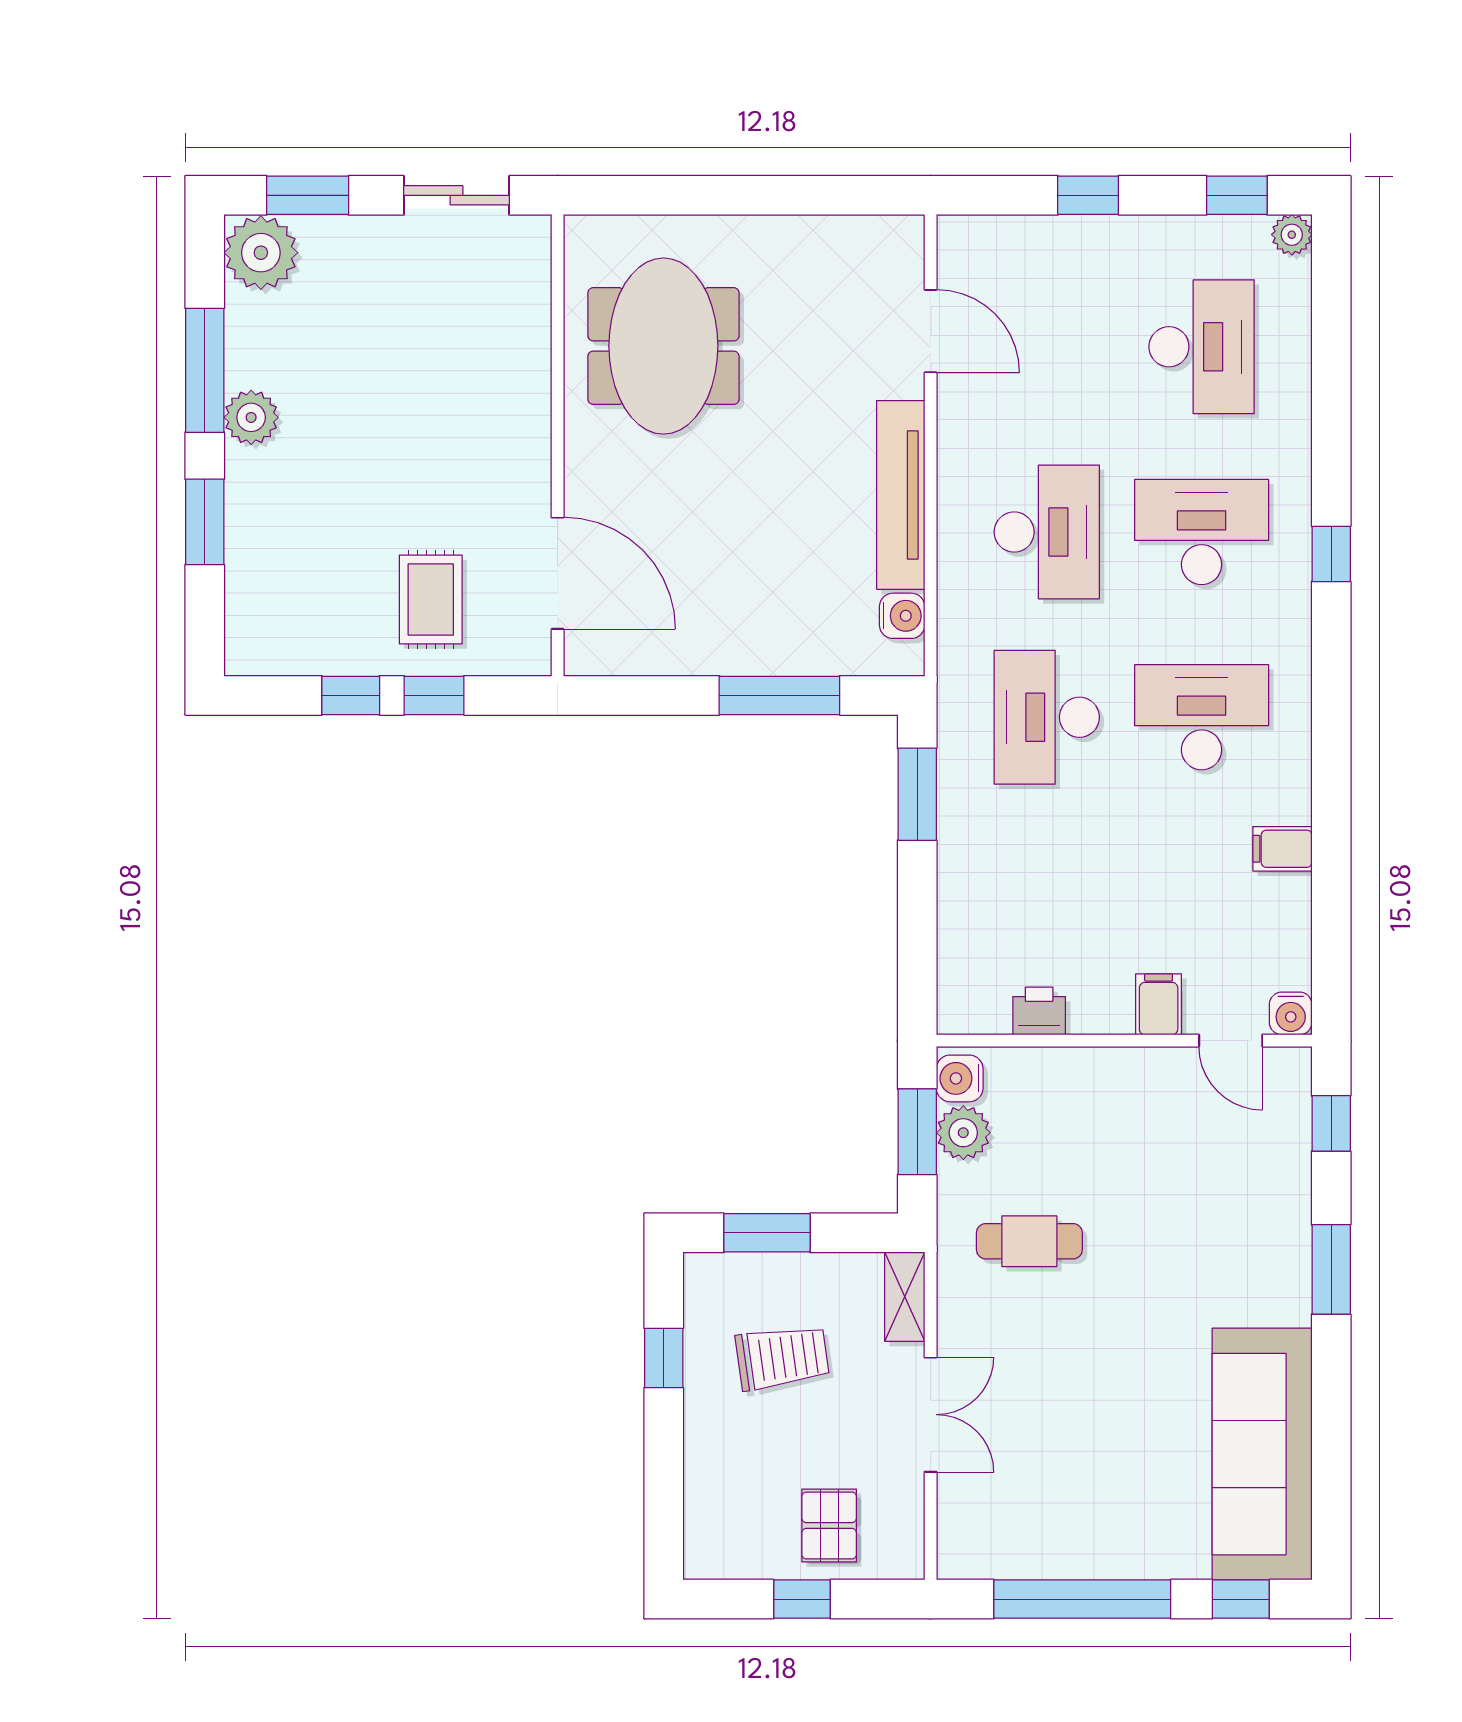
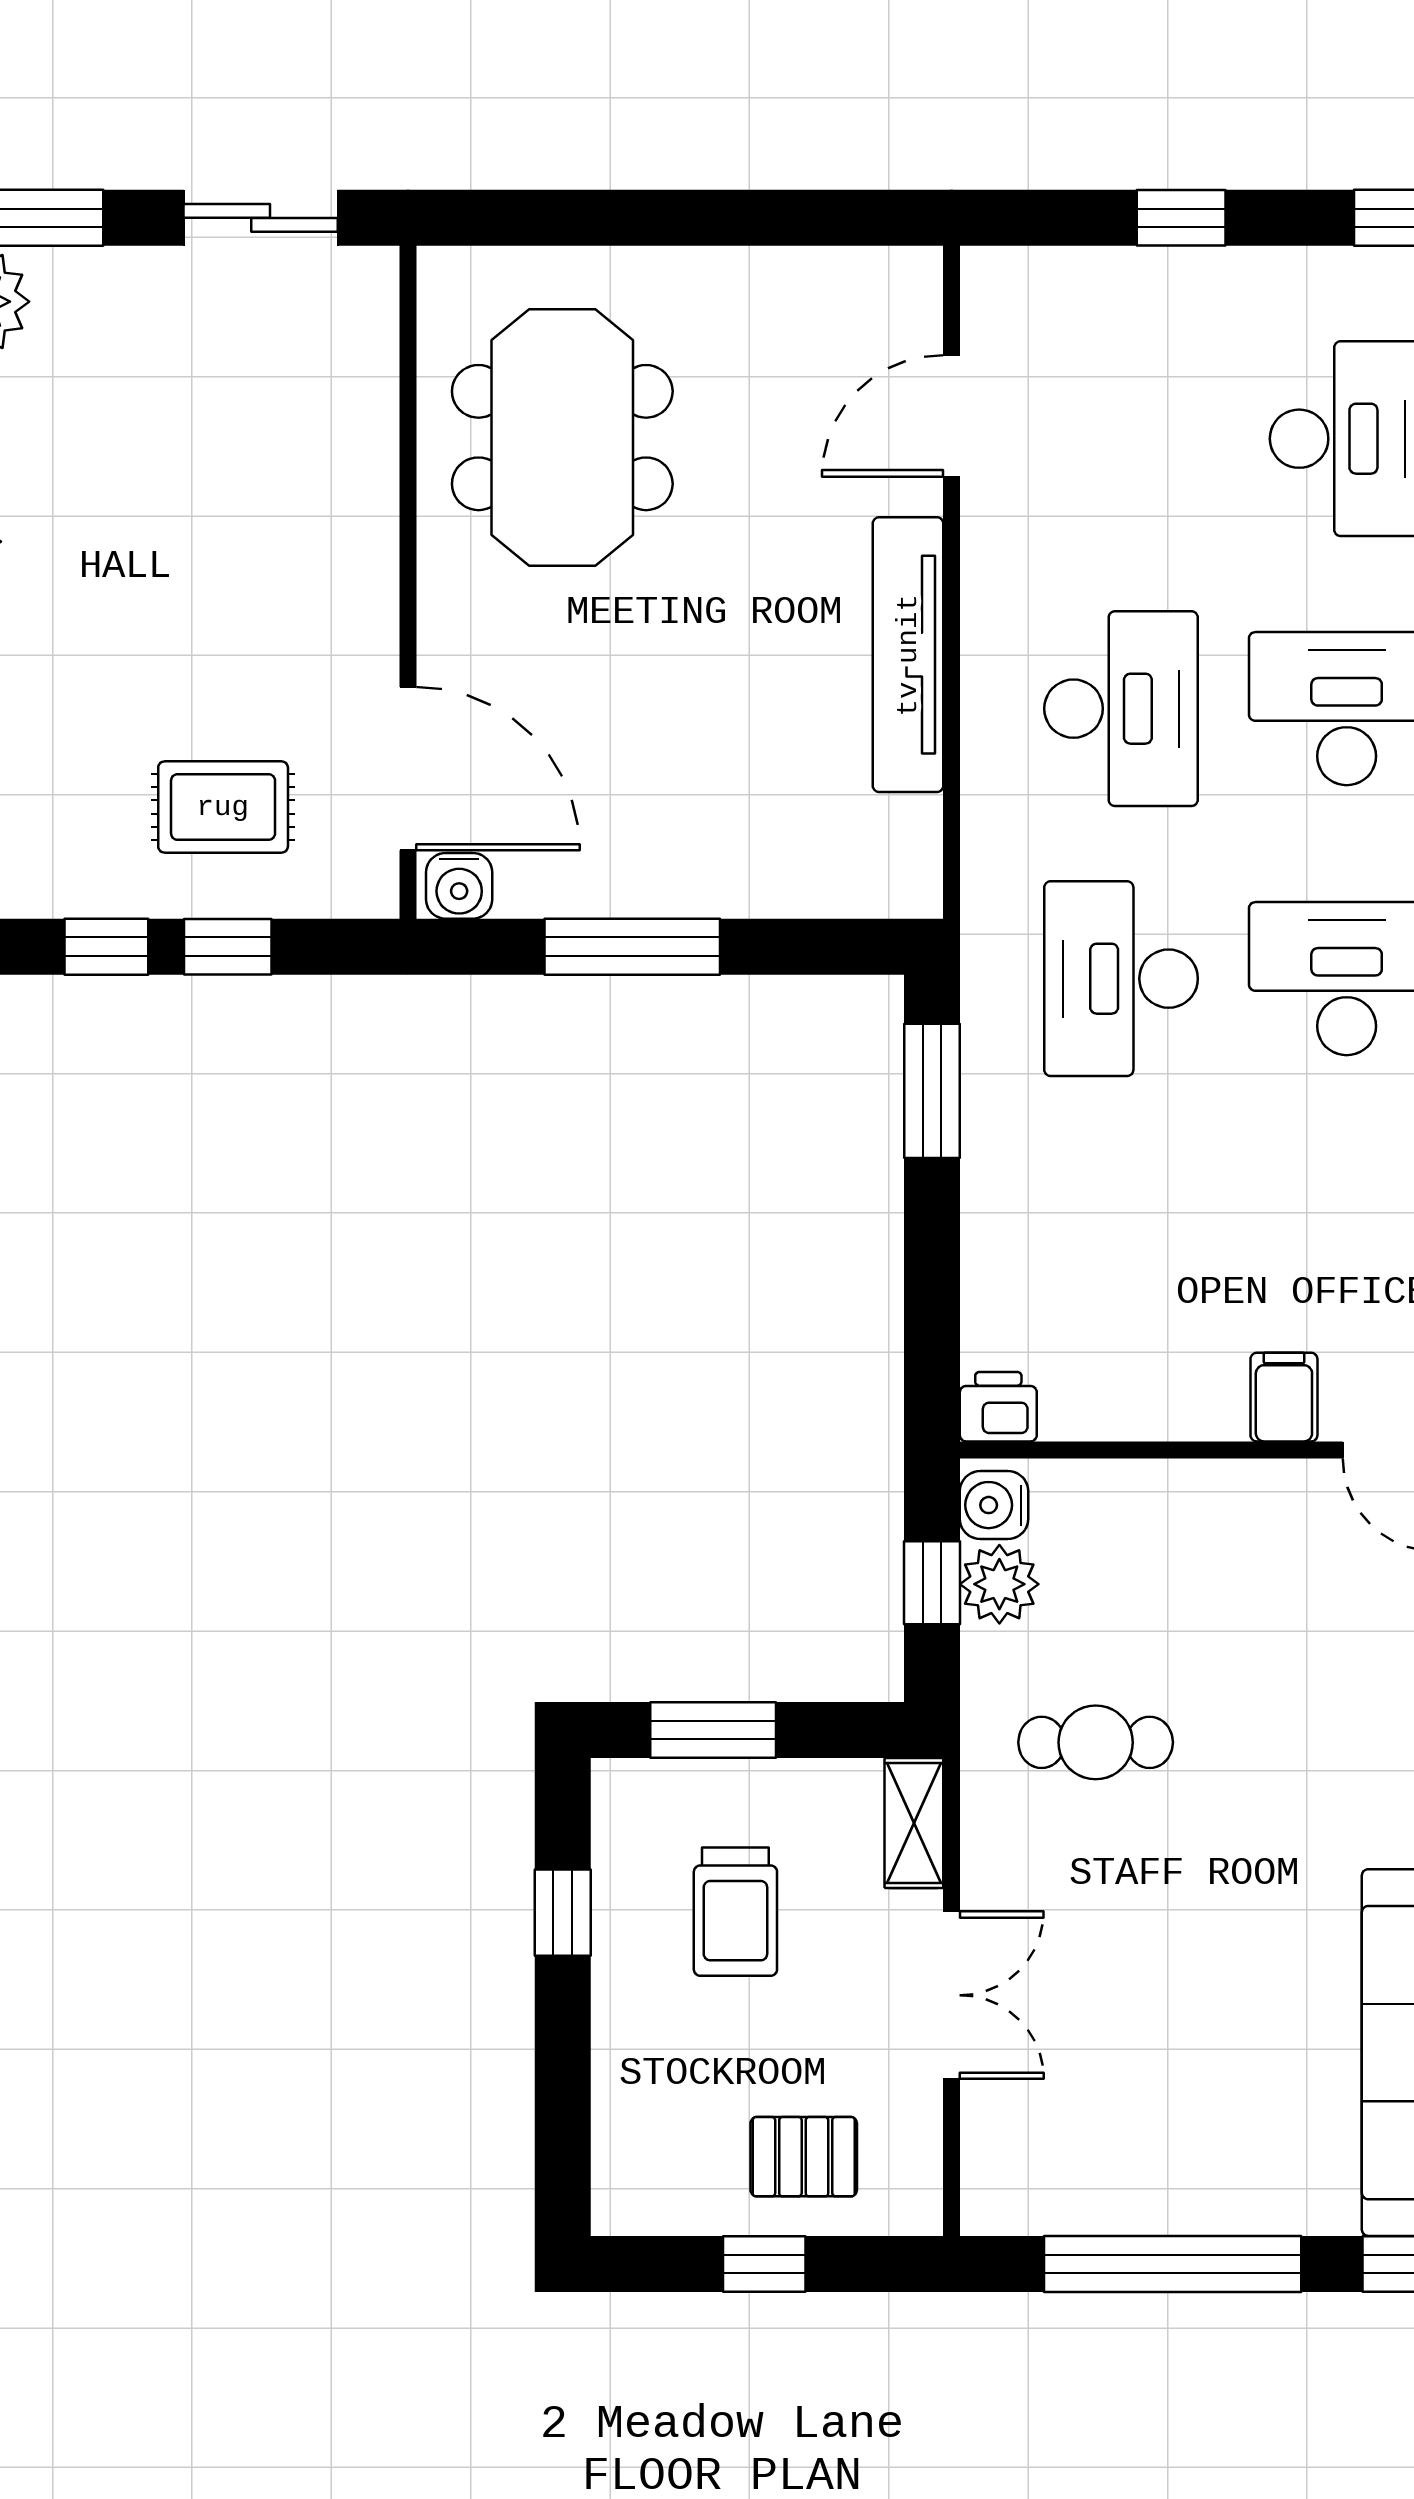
door: (931, 331) -> (952, 416), swing flipped
rug: (431, 599) -> (223, 807), turned 90
water cooler: (902, 616) -> (459, 886), moved, turned 90
window: (779, 695) -> (632, 947), moved
printer: (1039, 1011) -> (998, 1407), moved
window: (917, 1132) -> (932, 1583), width x0.67
trolley: (782, 1357) -> (735, 1912), turned 98
pallet: (829, 1525) -> (804, 2157), turned 90

